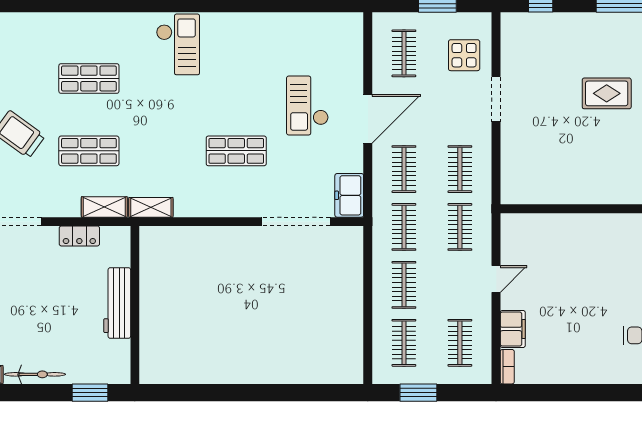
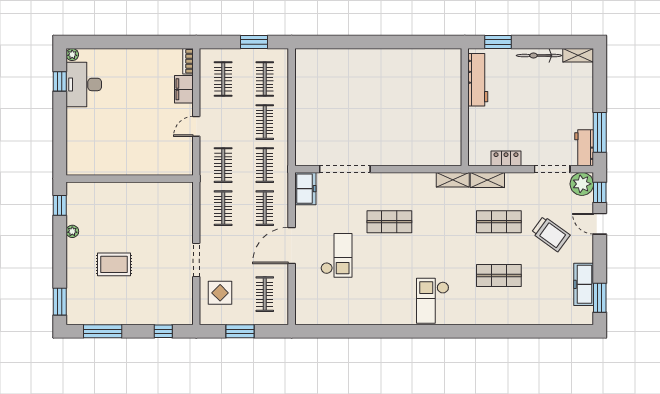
workbench: (117, 303) -> (478, 80), moved

